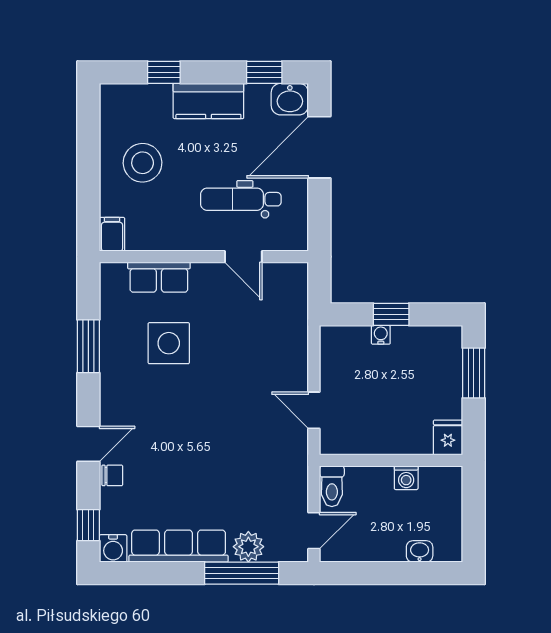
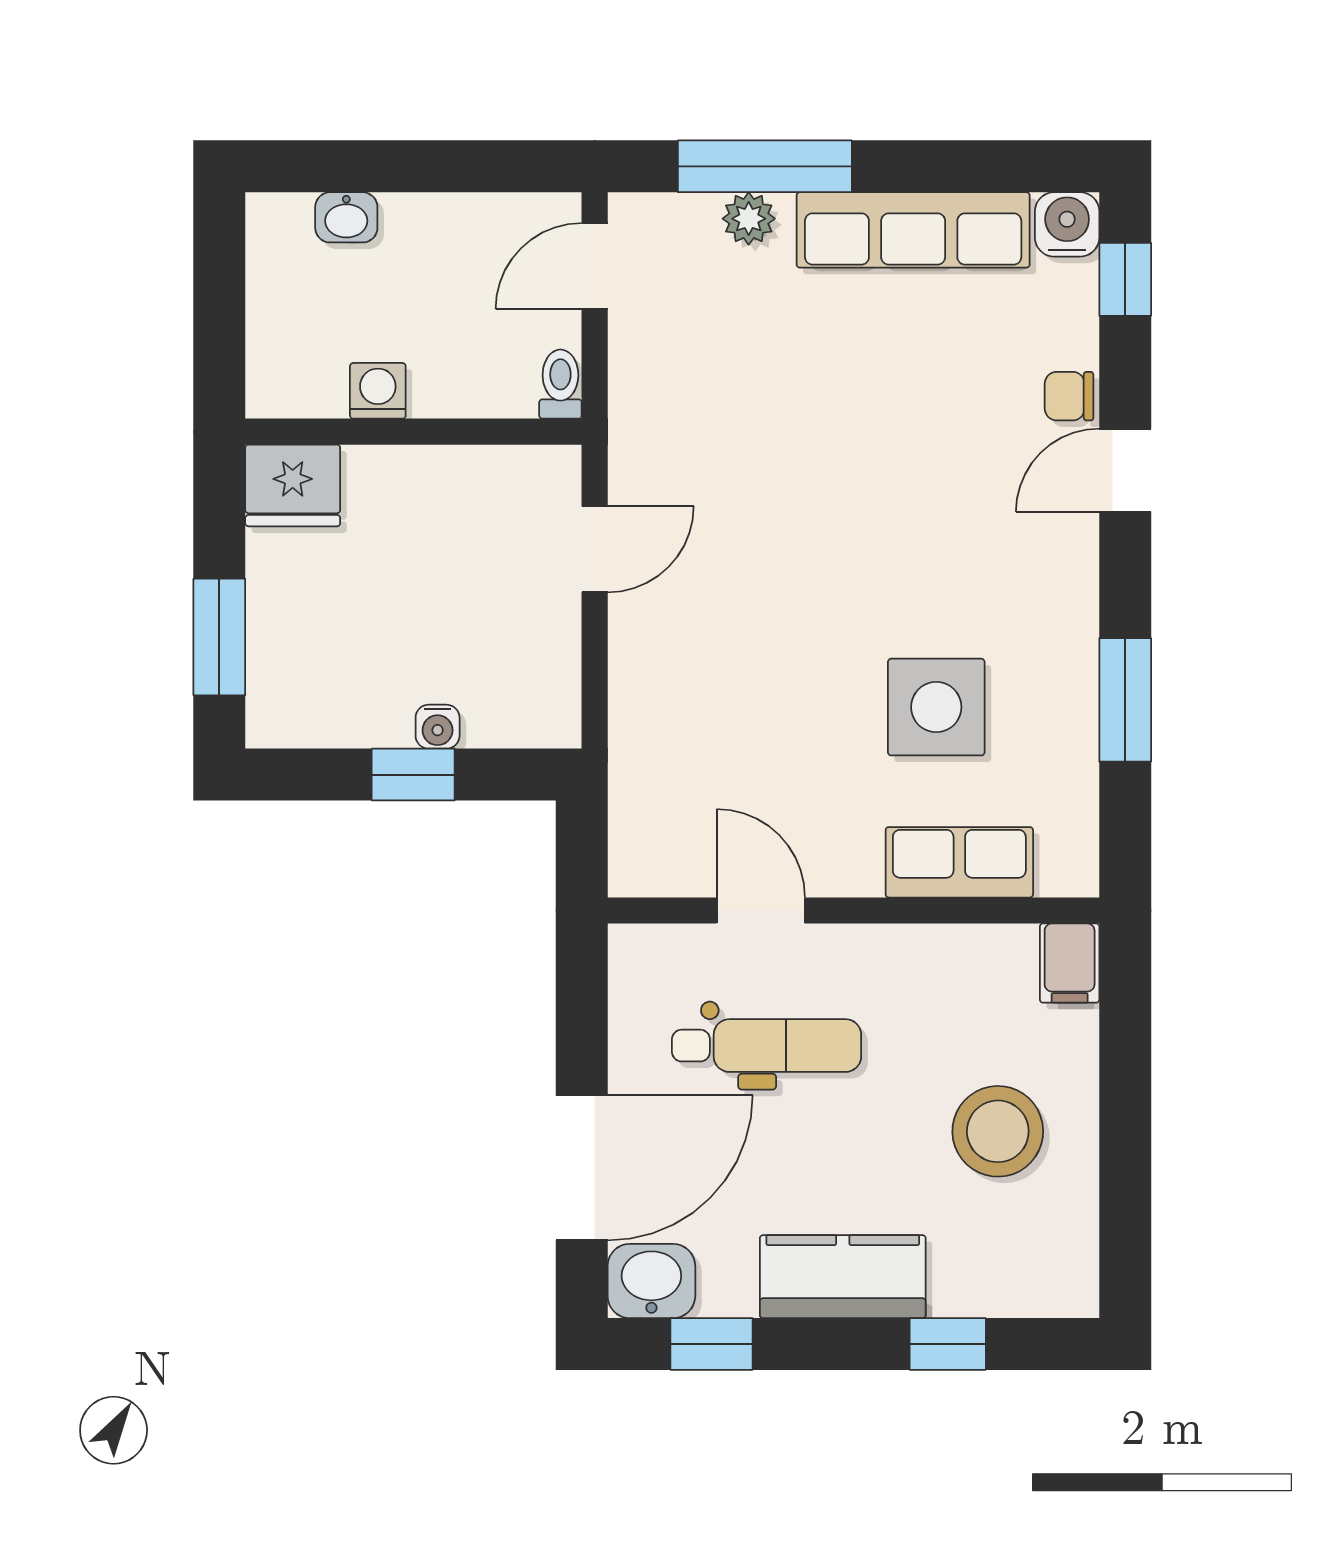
door: (314, 410) -> (595, 549), hinge flipped
fridge: (448, 437) -> (293, 485), width x1.38
toilet: (332, 486) -> (560, 384), width x0.73, depth x0.72
plant: (248, 547) -> (749, 219), width x0.73, depth x0.73

